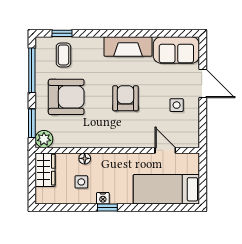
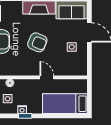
armchair: (125, 98) -> (37, 42), turned 113
door: (165, 150) -> (47, 77), moved

